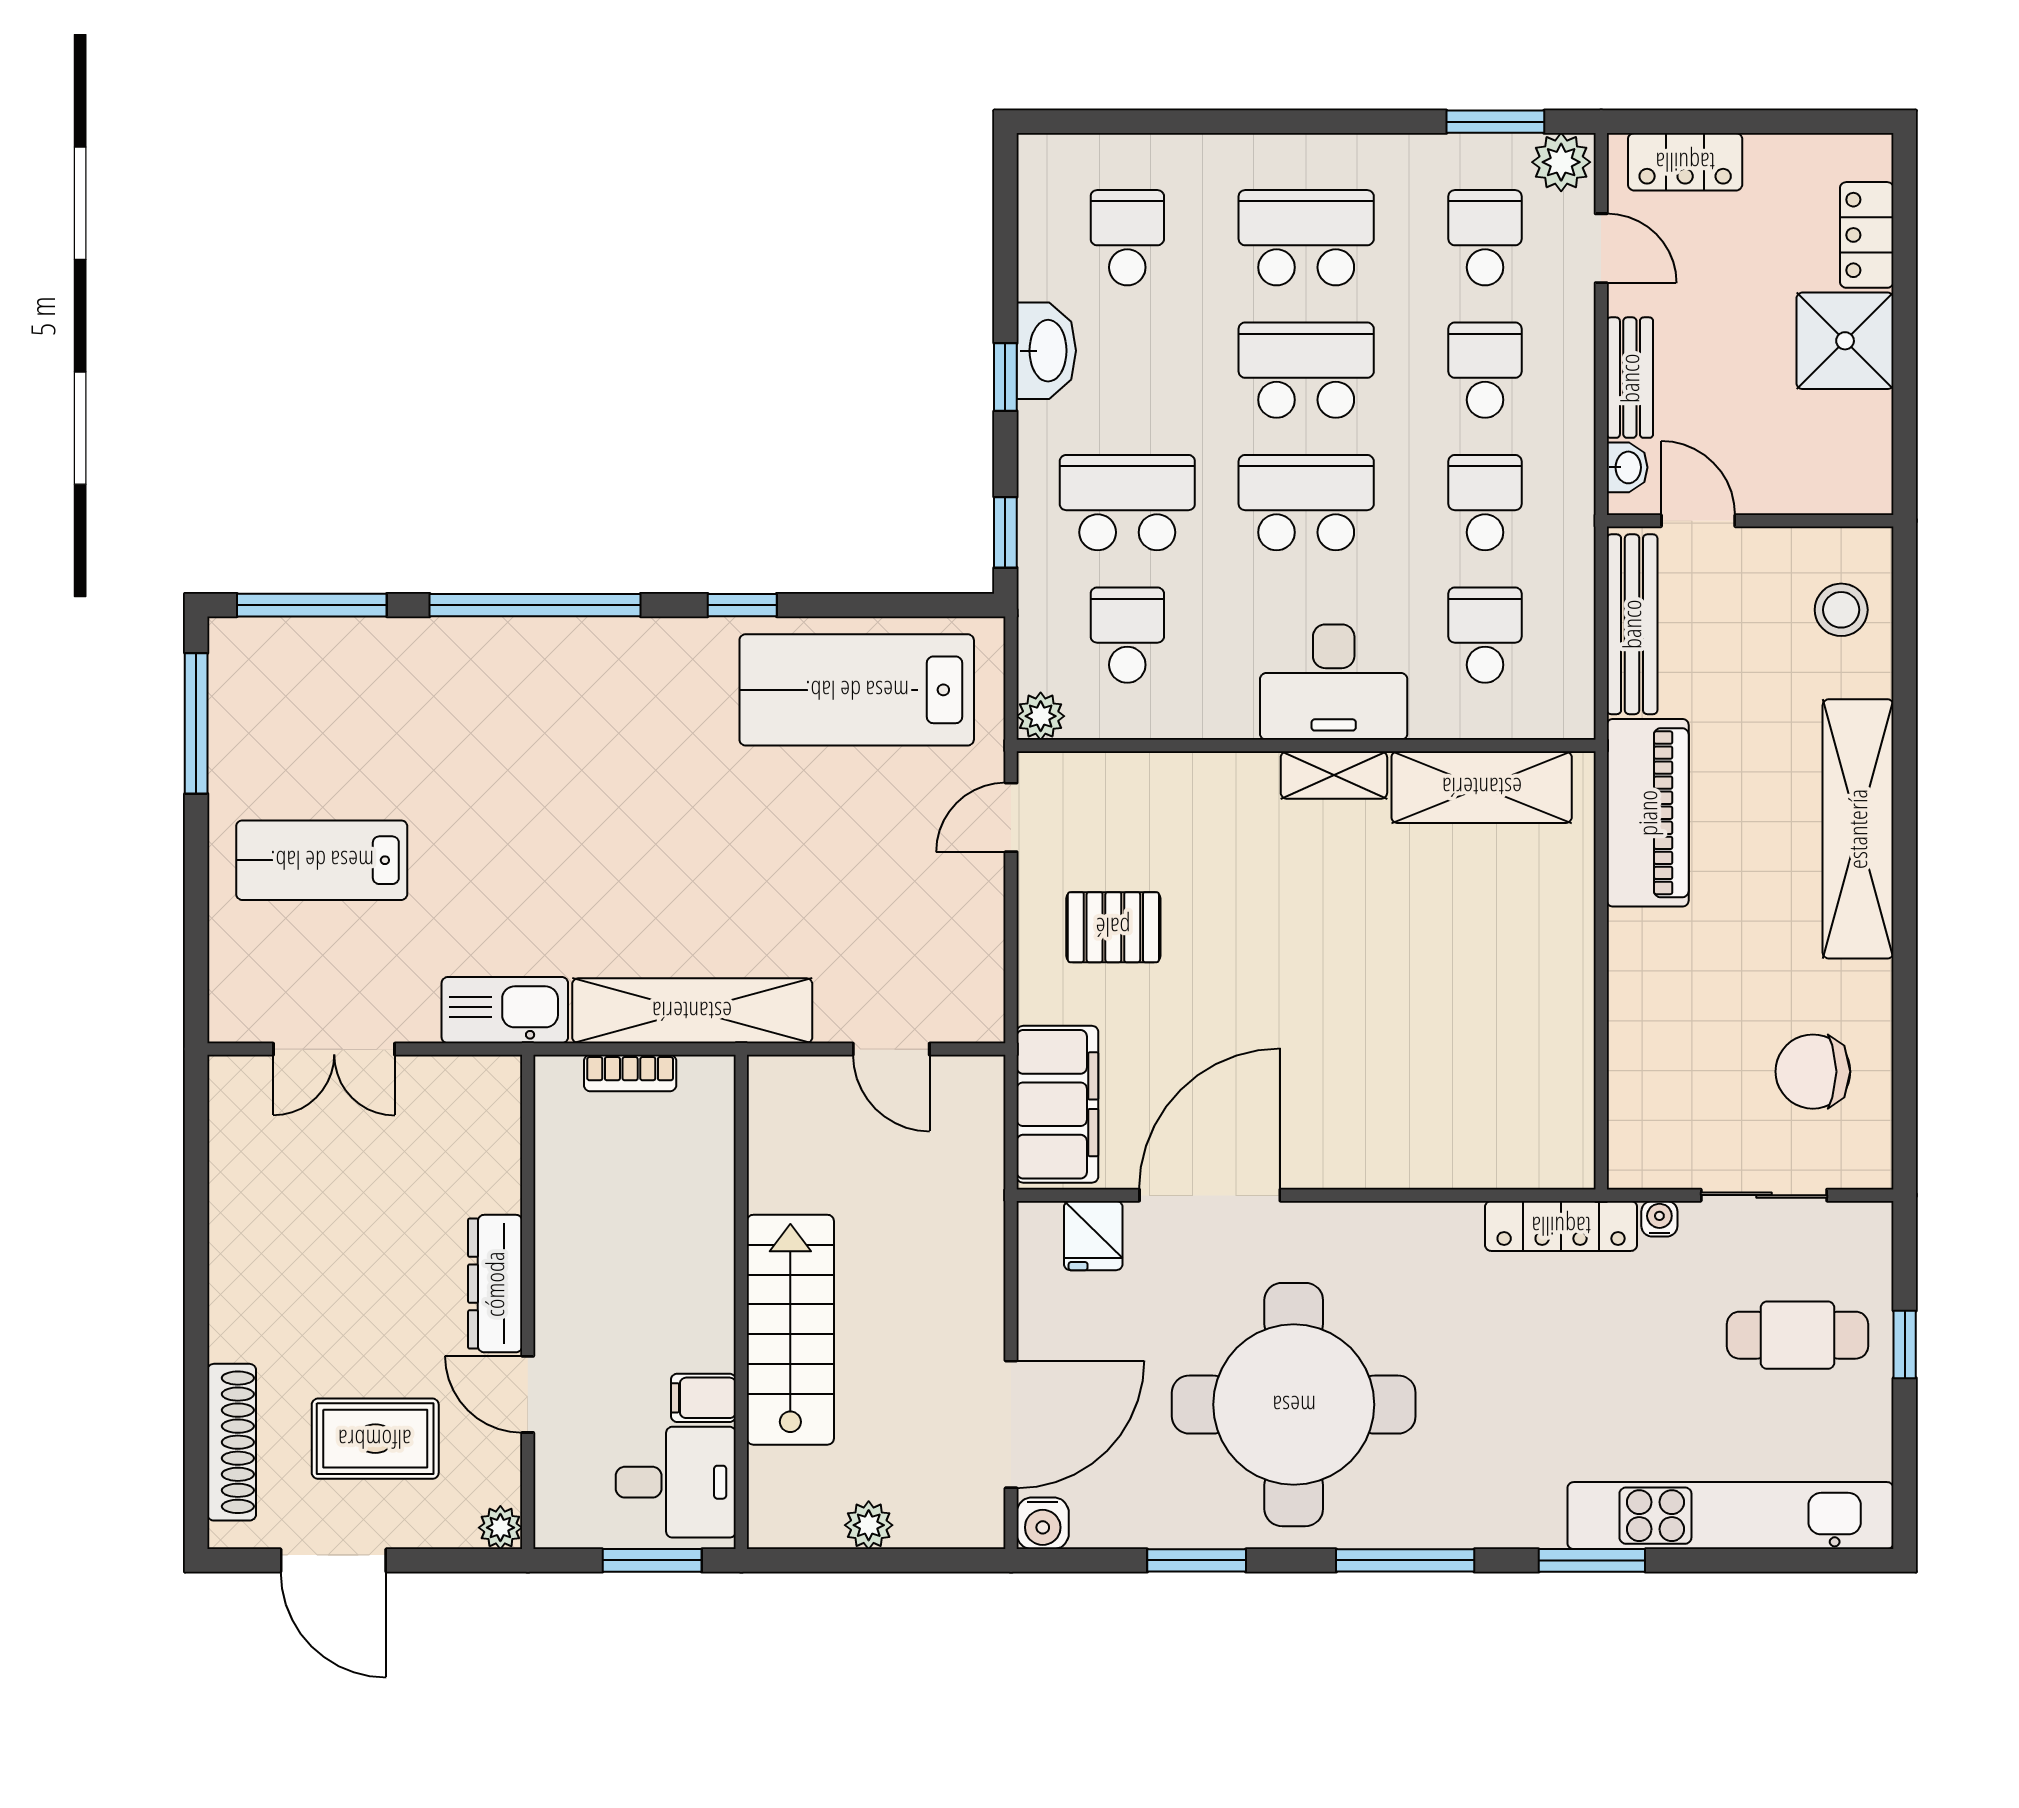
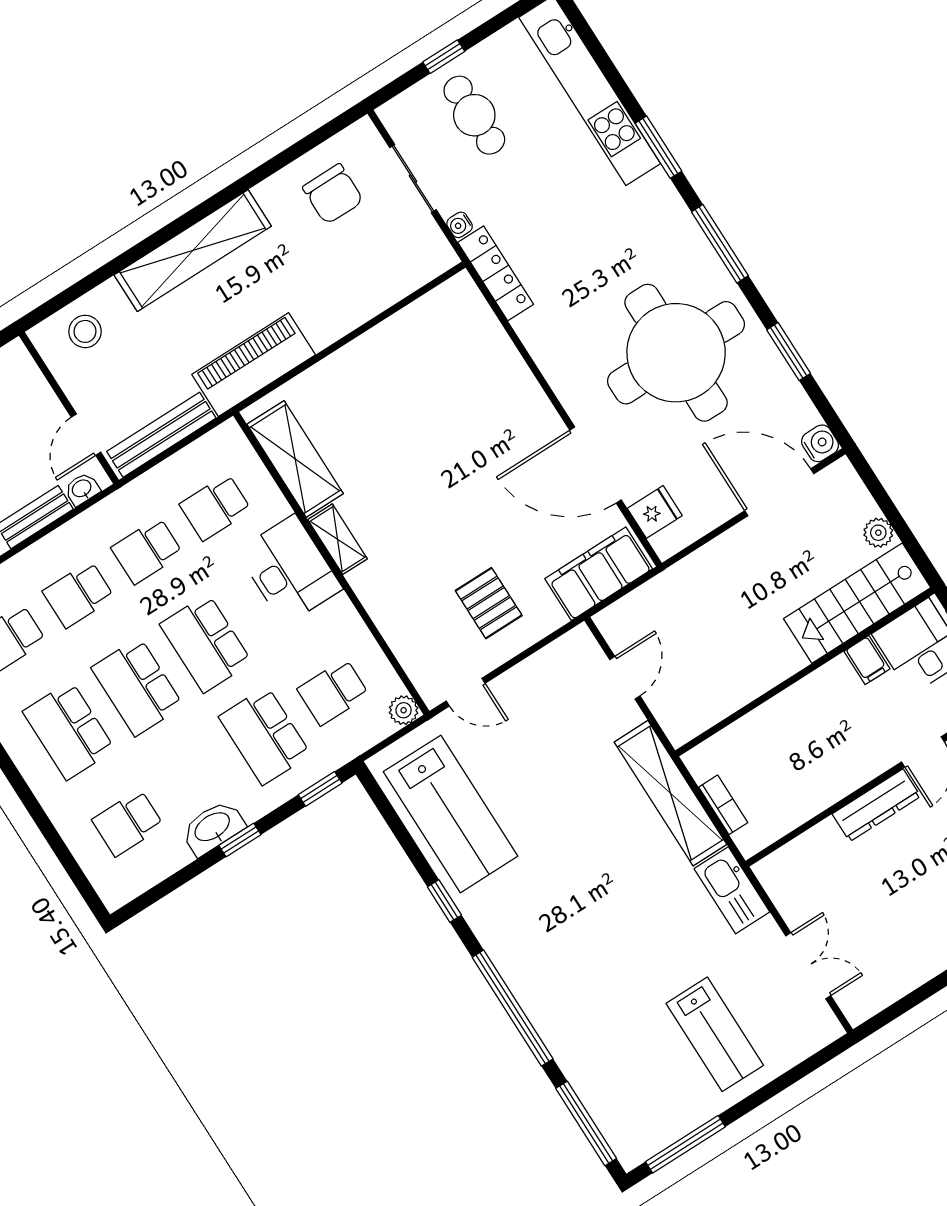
stairs: (790, 1330) -> (857, 603), moved

